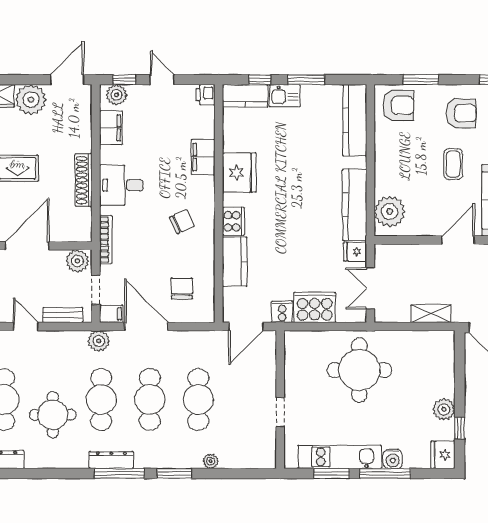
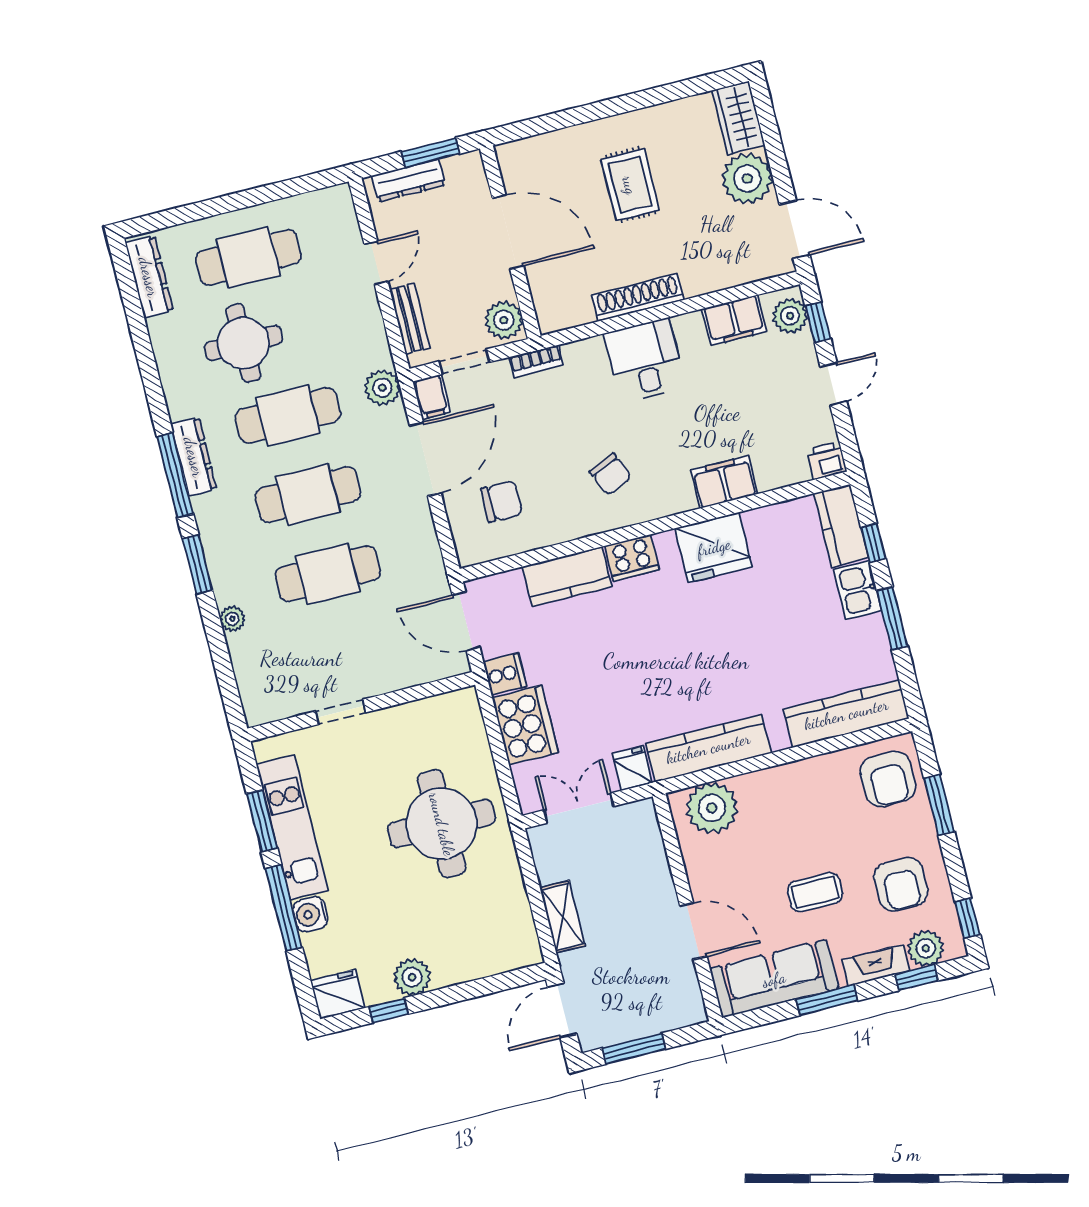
bookcase: (106, 239) -> (536, 361), width x0.64

